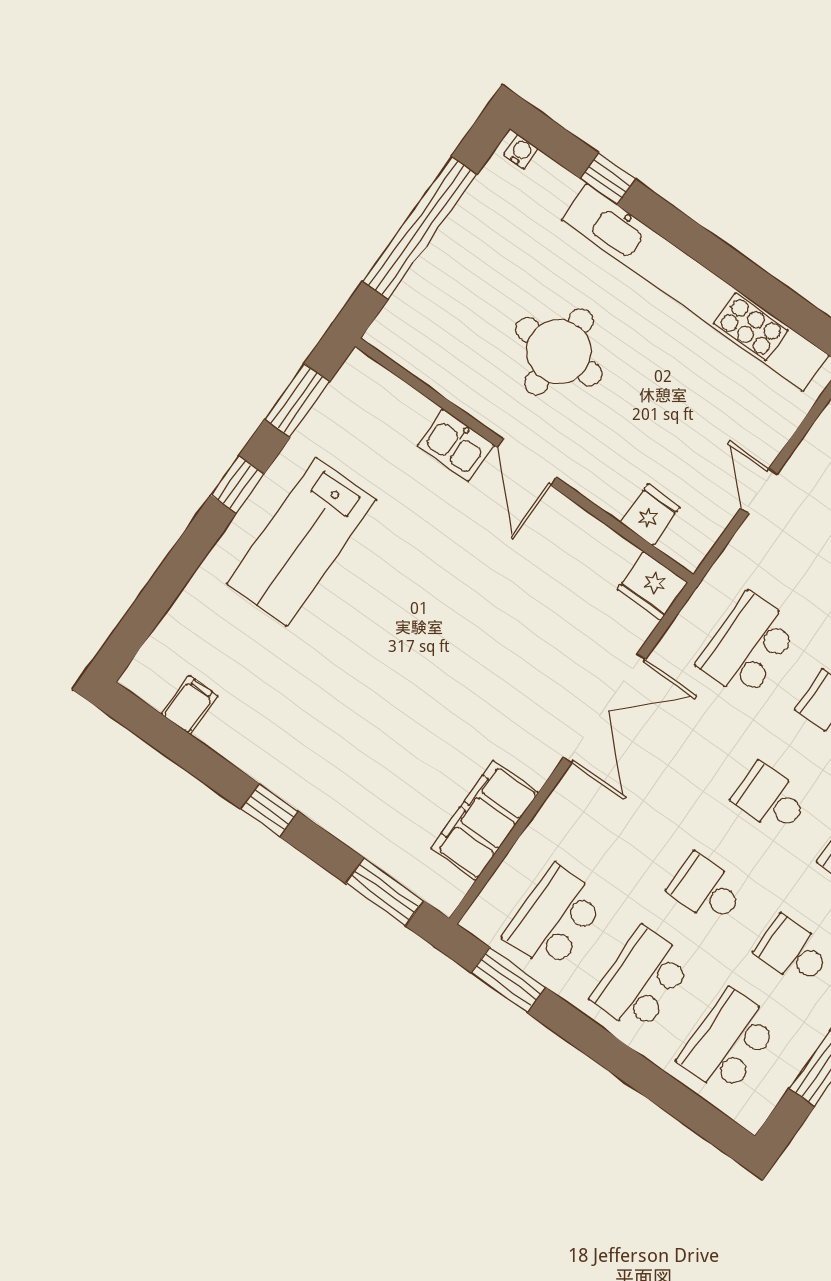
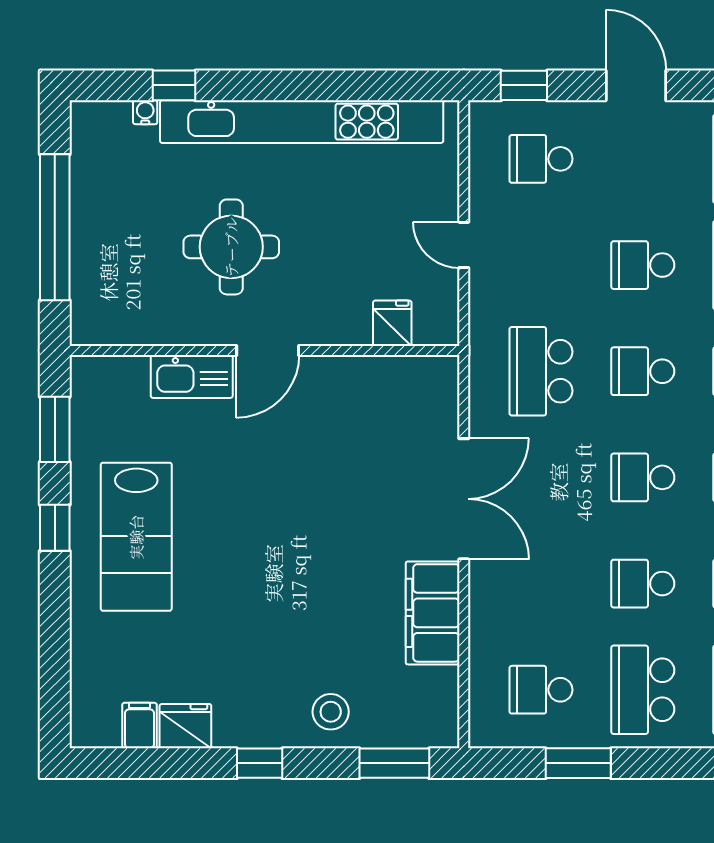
water cooler: (521, 152) -> (145, 112), moved
kitchen sink: (456, 445) -> (192, 376), width x1.38
door: (527, 462) -> (268, 350), hinge flipped
fridge: (653, 586) -> (185, 726), moved, turned 180
stool: (361, 809) -> (331, 712), added
filing cabinet: (485, 820) -> (433, 613), moved
school desk: (554, 918) -> (541, 690), width x0.54
window: (508, 980) -> (578, 763), moved

